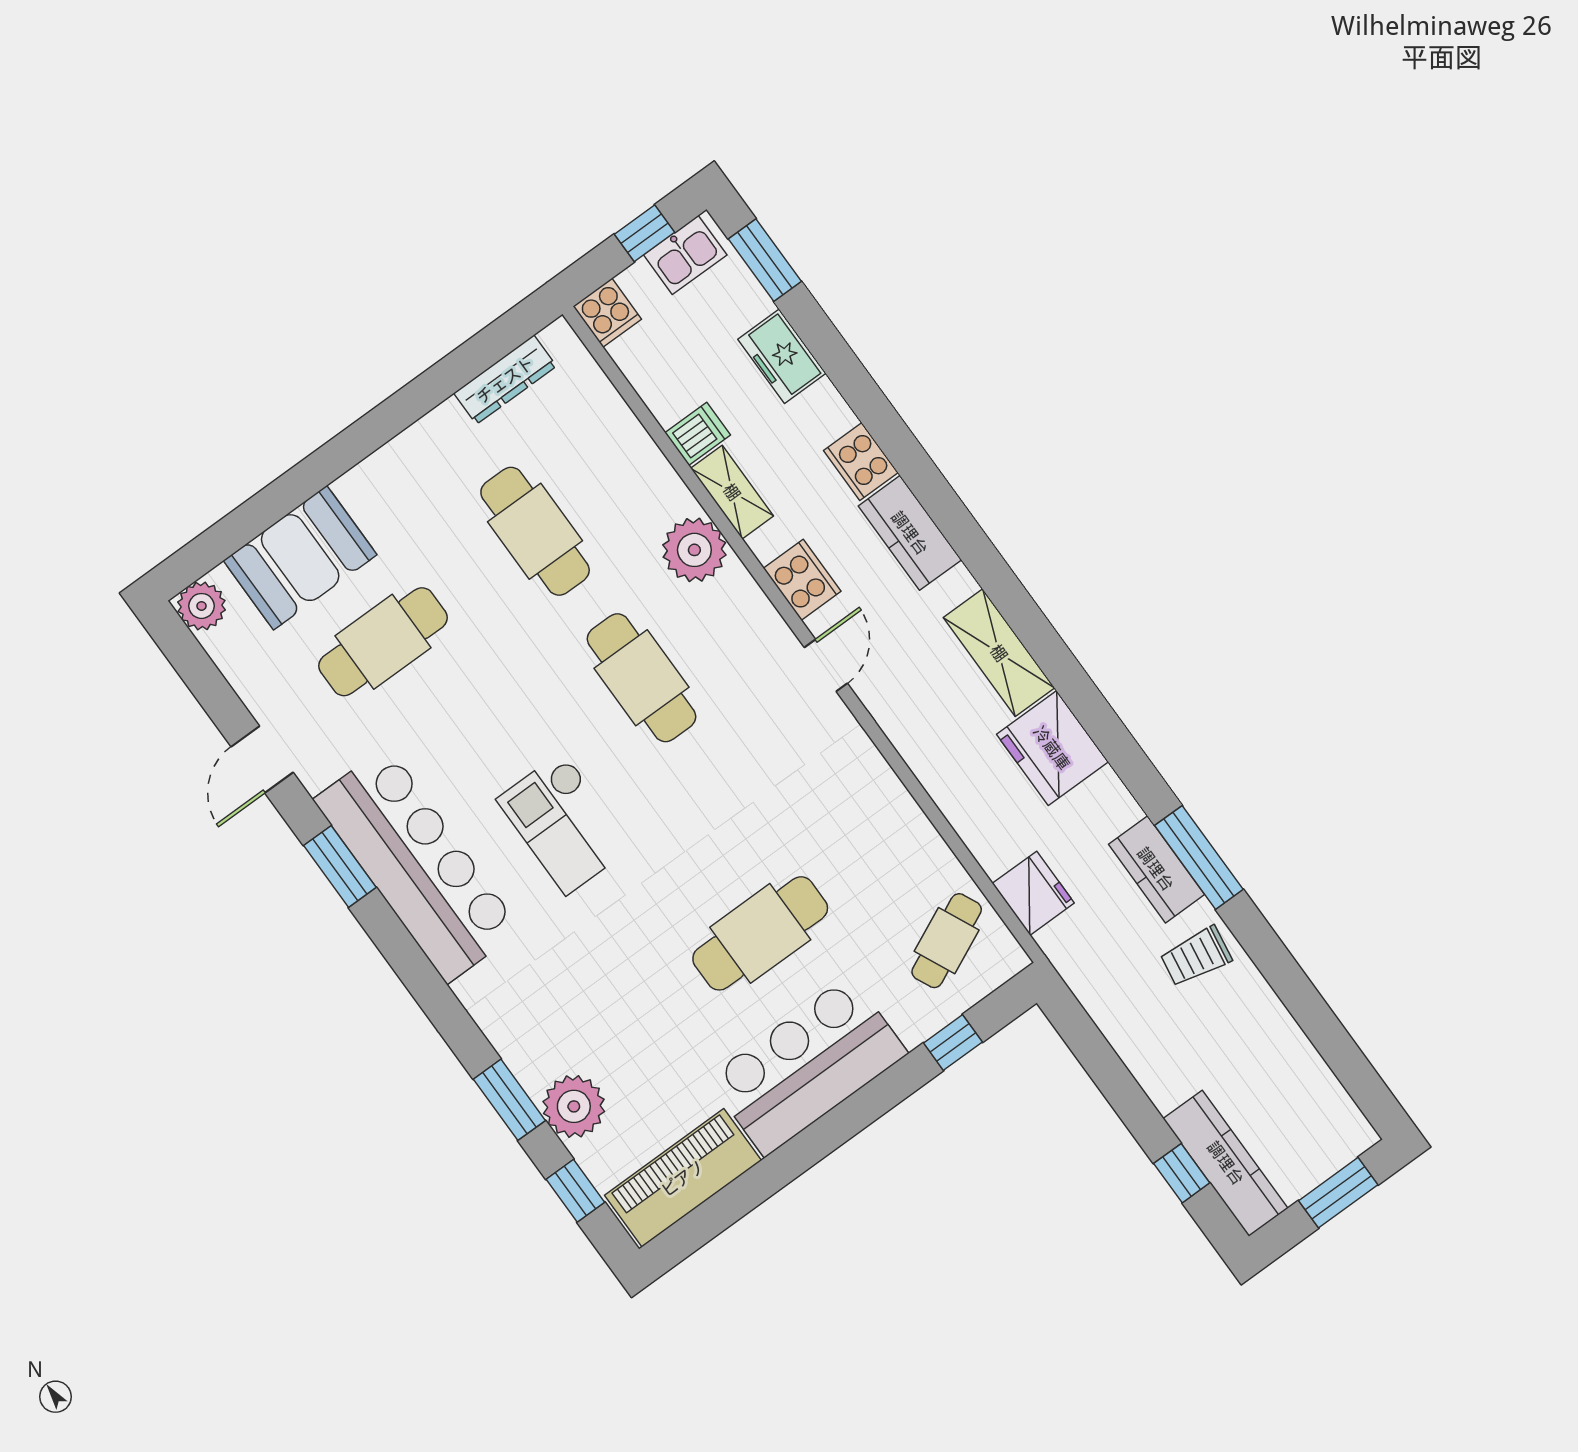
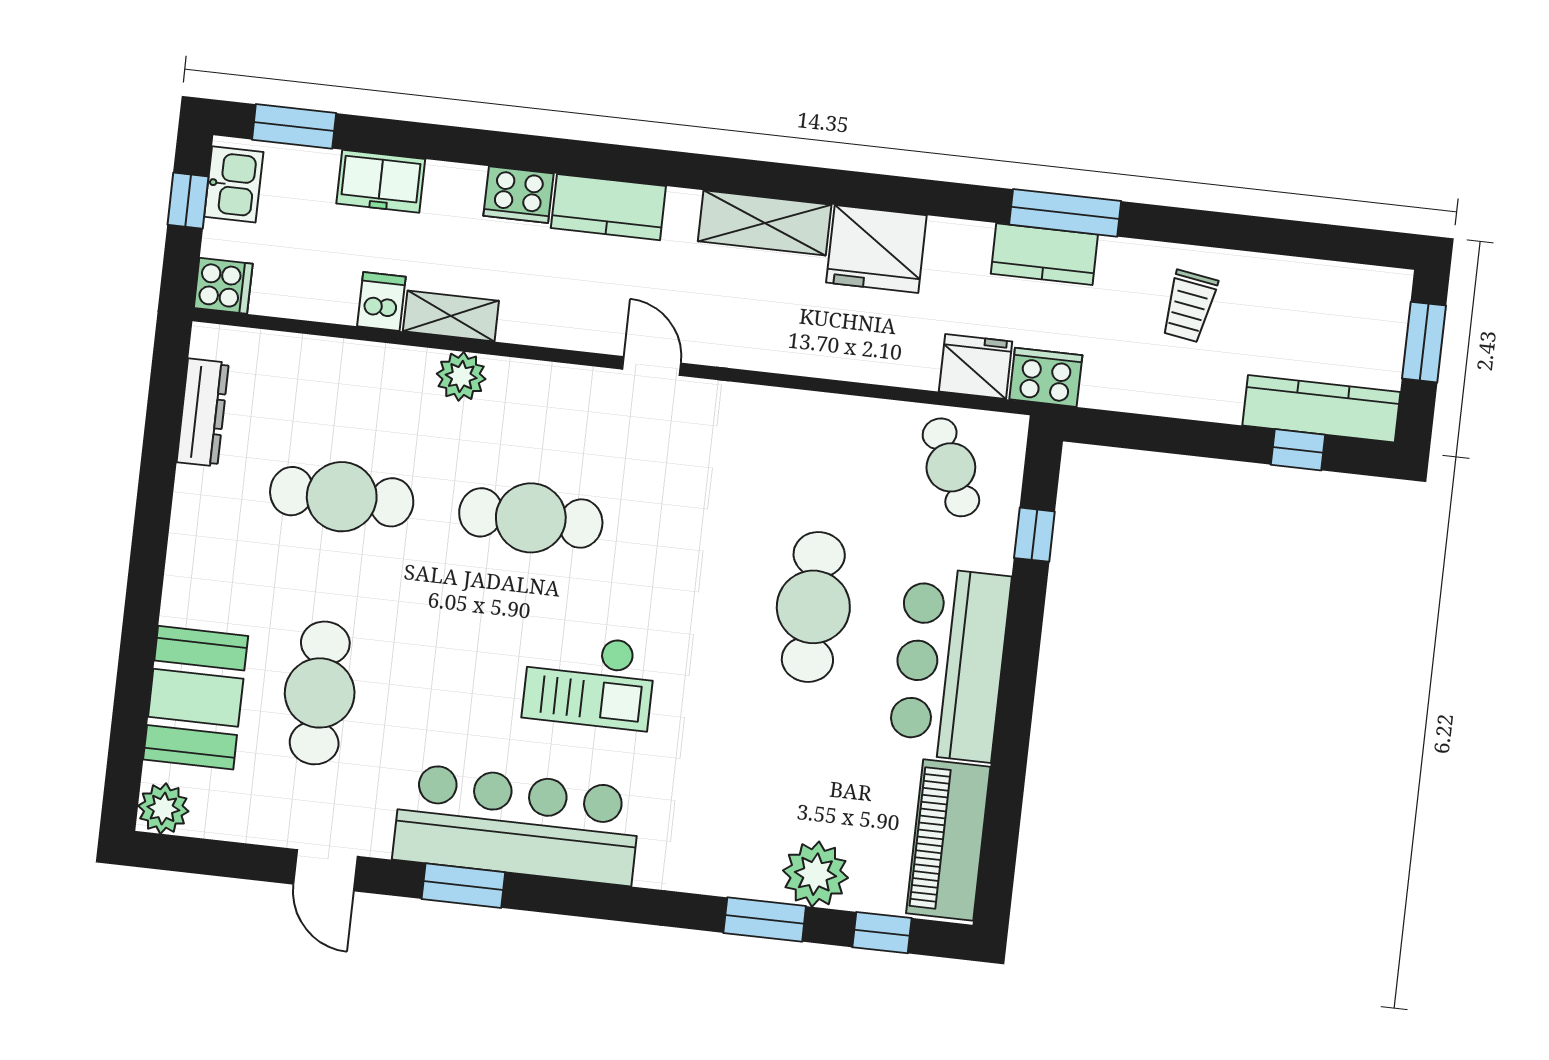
plant: (694, 550) -> (461, 376), width x0.73, depth x0.73
cooker: (802, 580) -> (1046, 377), moved
trolley: (1196, 956) -> (1189, 306), moved

